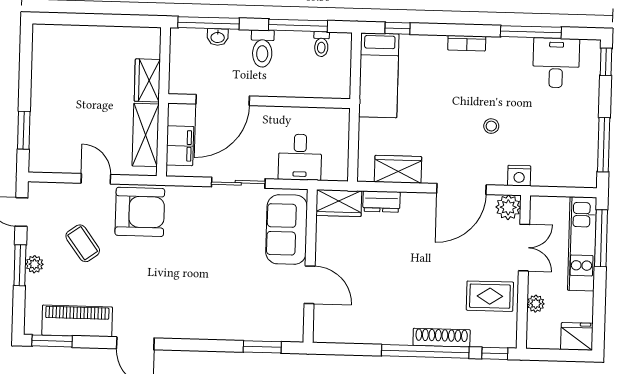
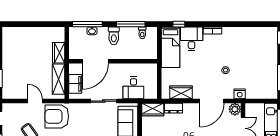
window: (531, 32) -> (243, 24), removed
desk: (556, 63) -> (192, 39), moved
armchair: (140, 212) -> (57, 116), turned 180

